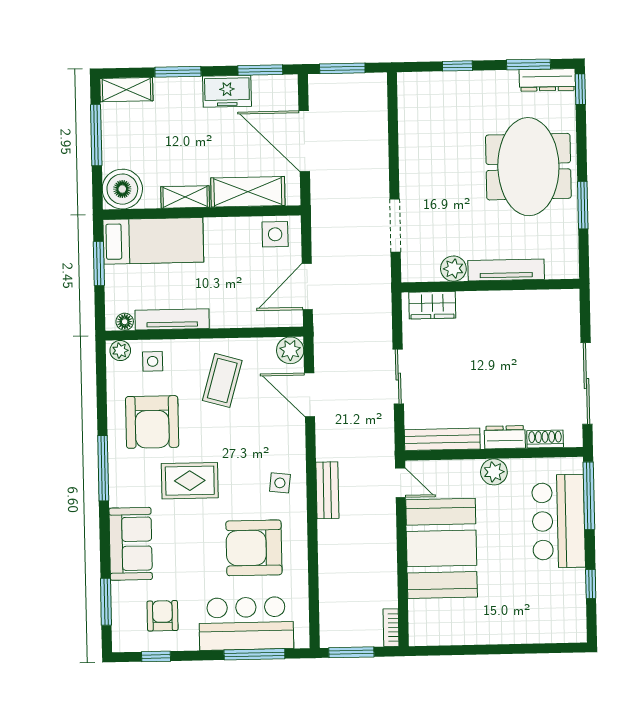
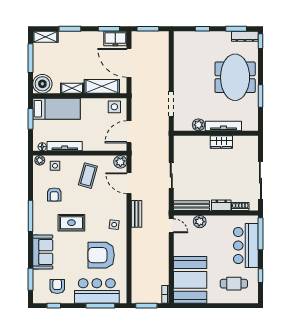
freezer: (227, 91) -> (115, 39), moved
wardrobe: (432, 305) -> (221, 142), moved
armchair: (152, 422) -> (54, 194), width x0.53, depth x0.53
plant: (494, 472) -> (200, 222), moved
bench: (327, 490) -> (137, 214), moved
booth: (442, 548) -> (190, 280), moved
cafe table: (535, 602) -> (234, 284), added

